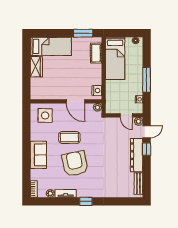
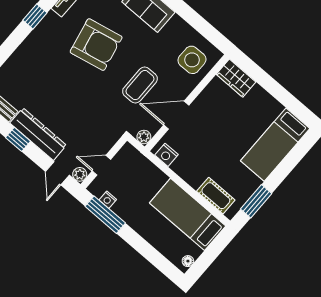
wardrobe: (36, 67) -> (236, 78), moved
window: (147, 80) -> (105, 215), moved
coffee table: (69, 138) -> (140, 85), moved
window: (147, 149) -> (18, 139), moved

